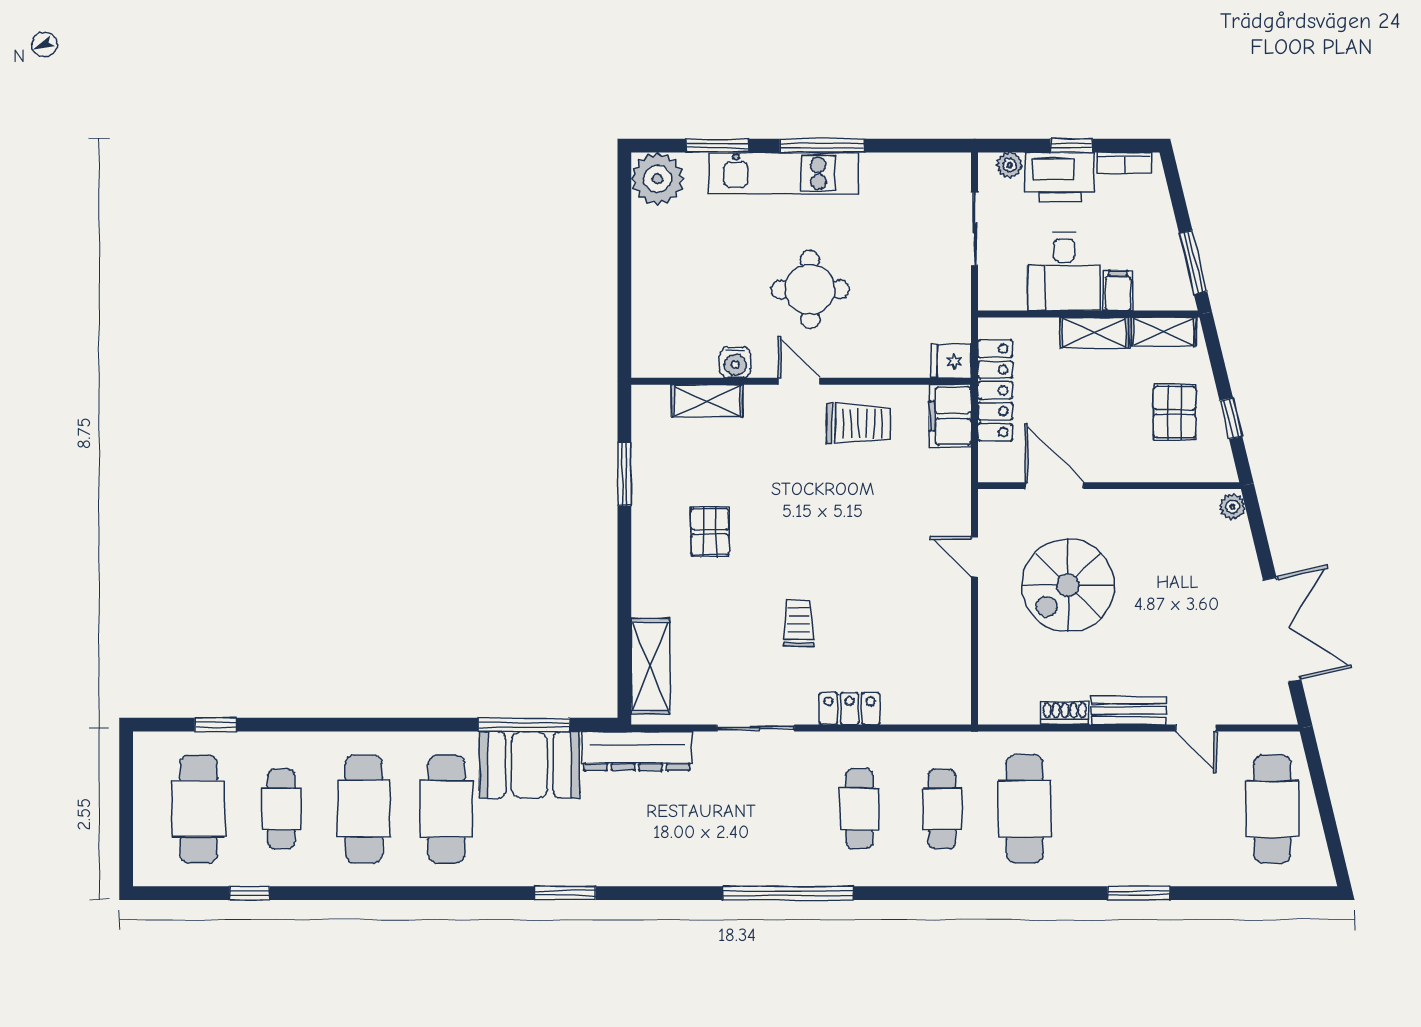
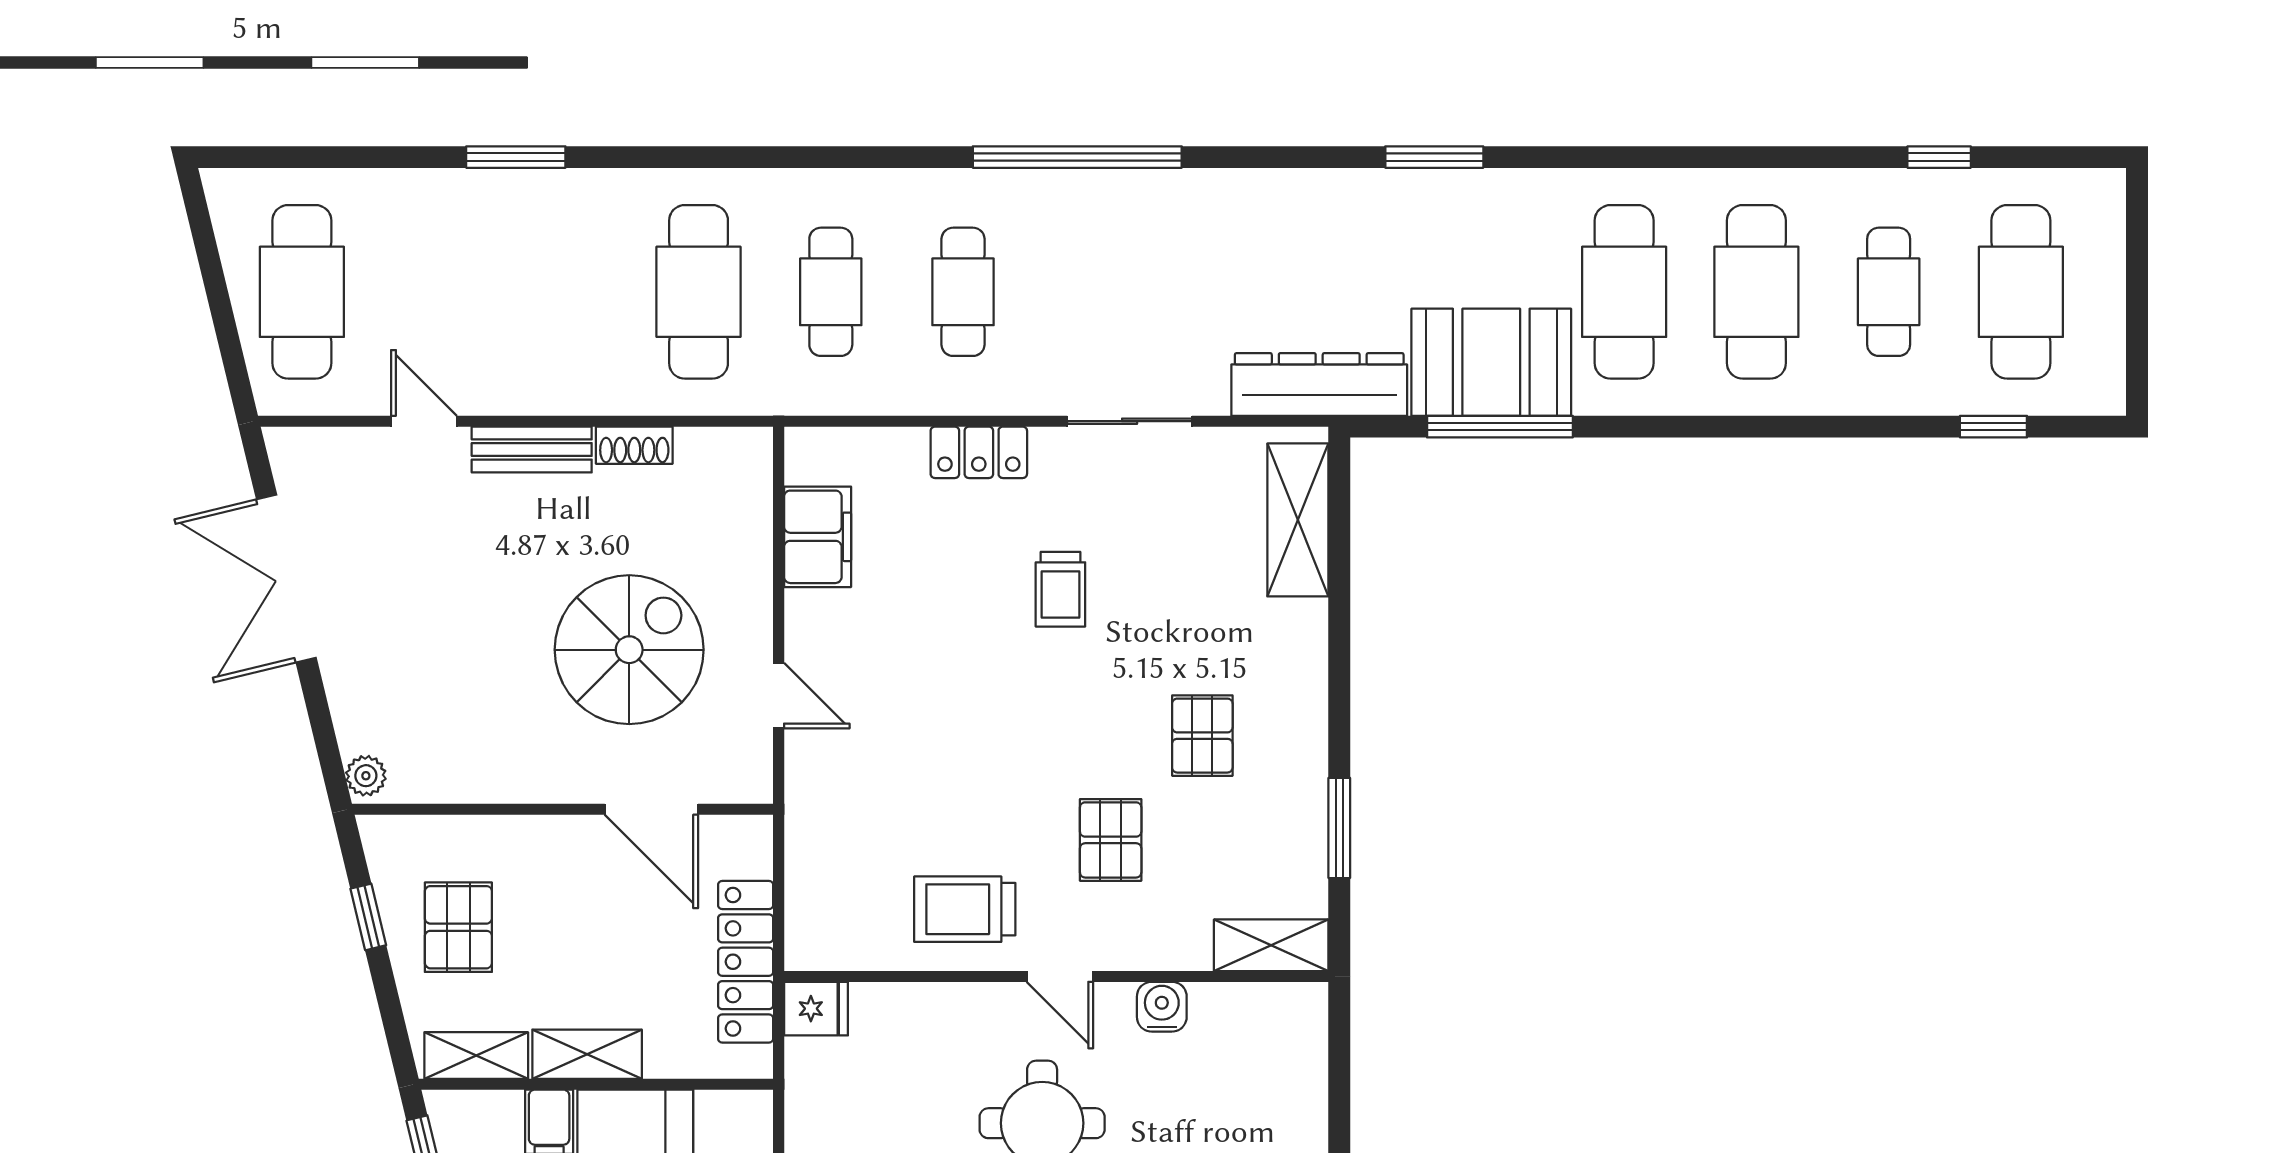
shelving: (707, 401) -> (1271, 945), moved
filing cabinet: (950, 416) -> (818, 537), moved
pallet: (767, 466) -> (1111, 840), added

